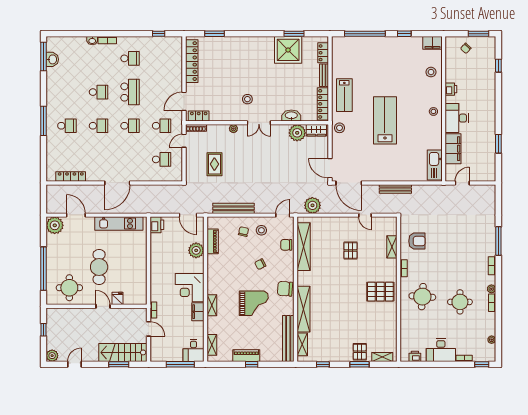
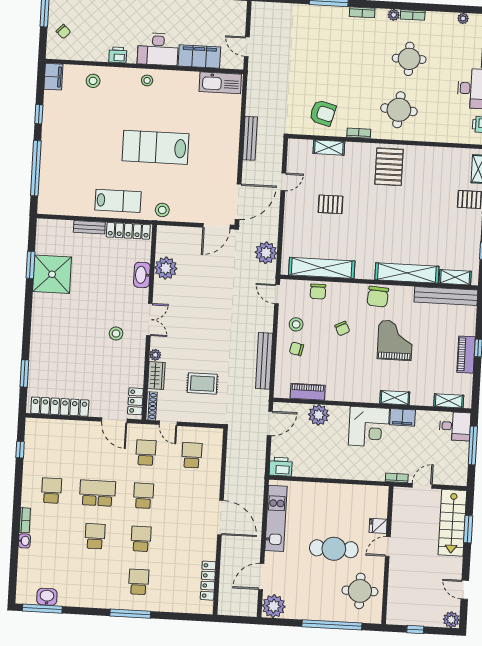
locker: (323, 53) -> (59, 227), removed
wardrobe: (316, 130) -> (156, 375), moved
armchair: (417, 241) -> (323, 113), turned 105

